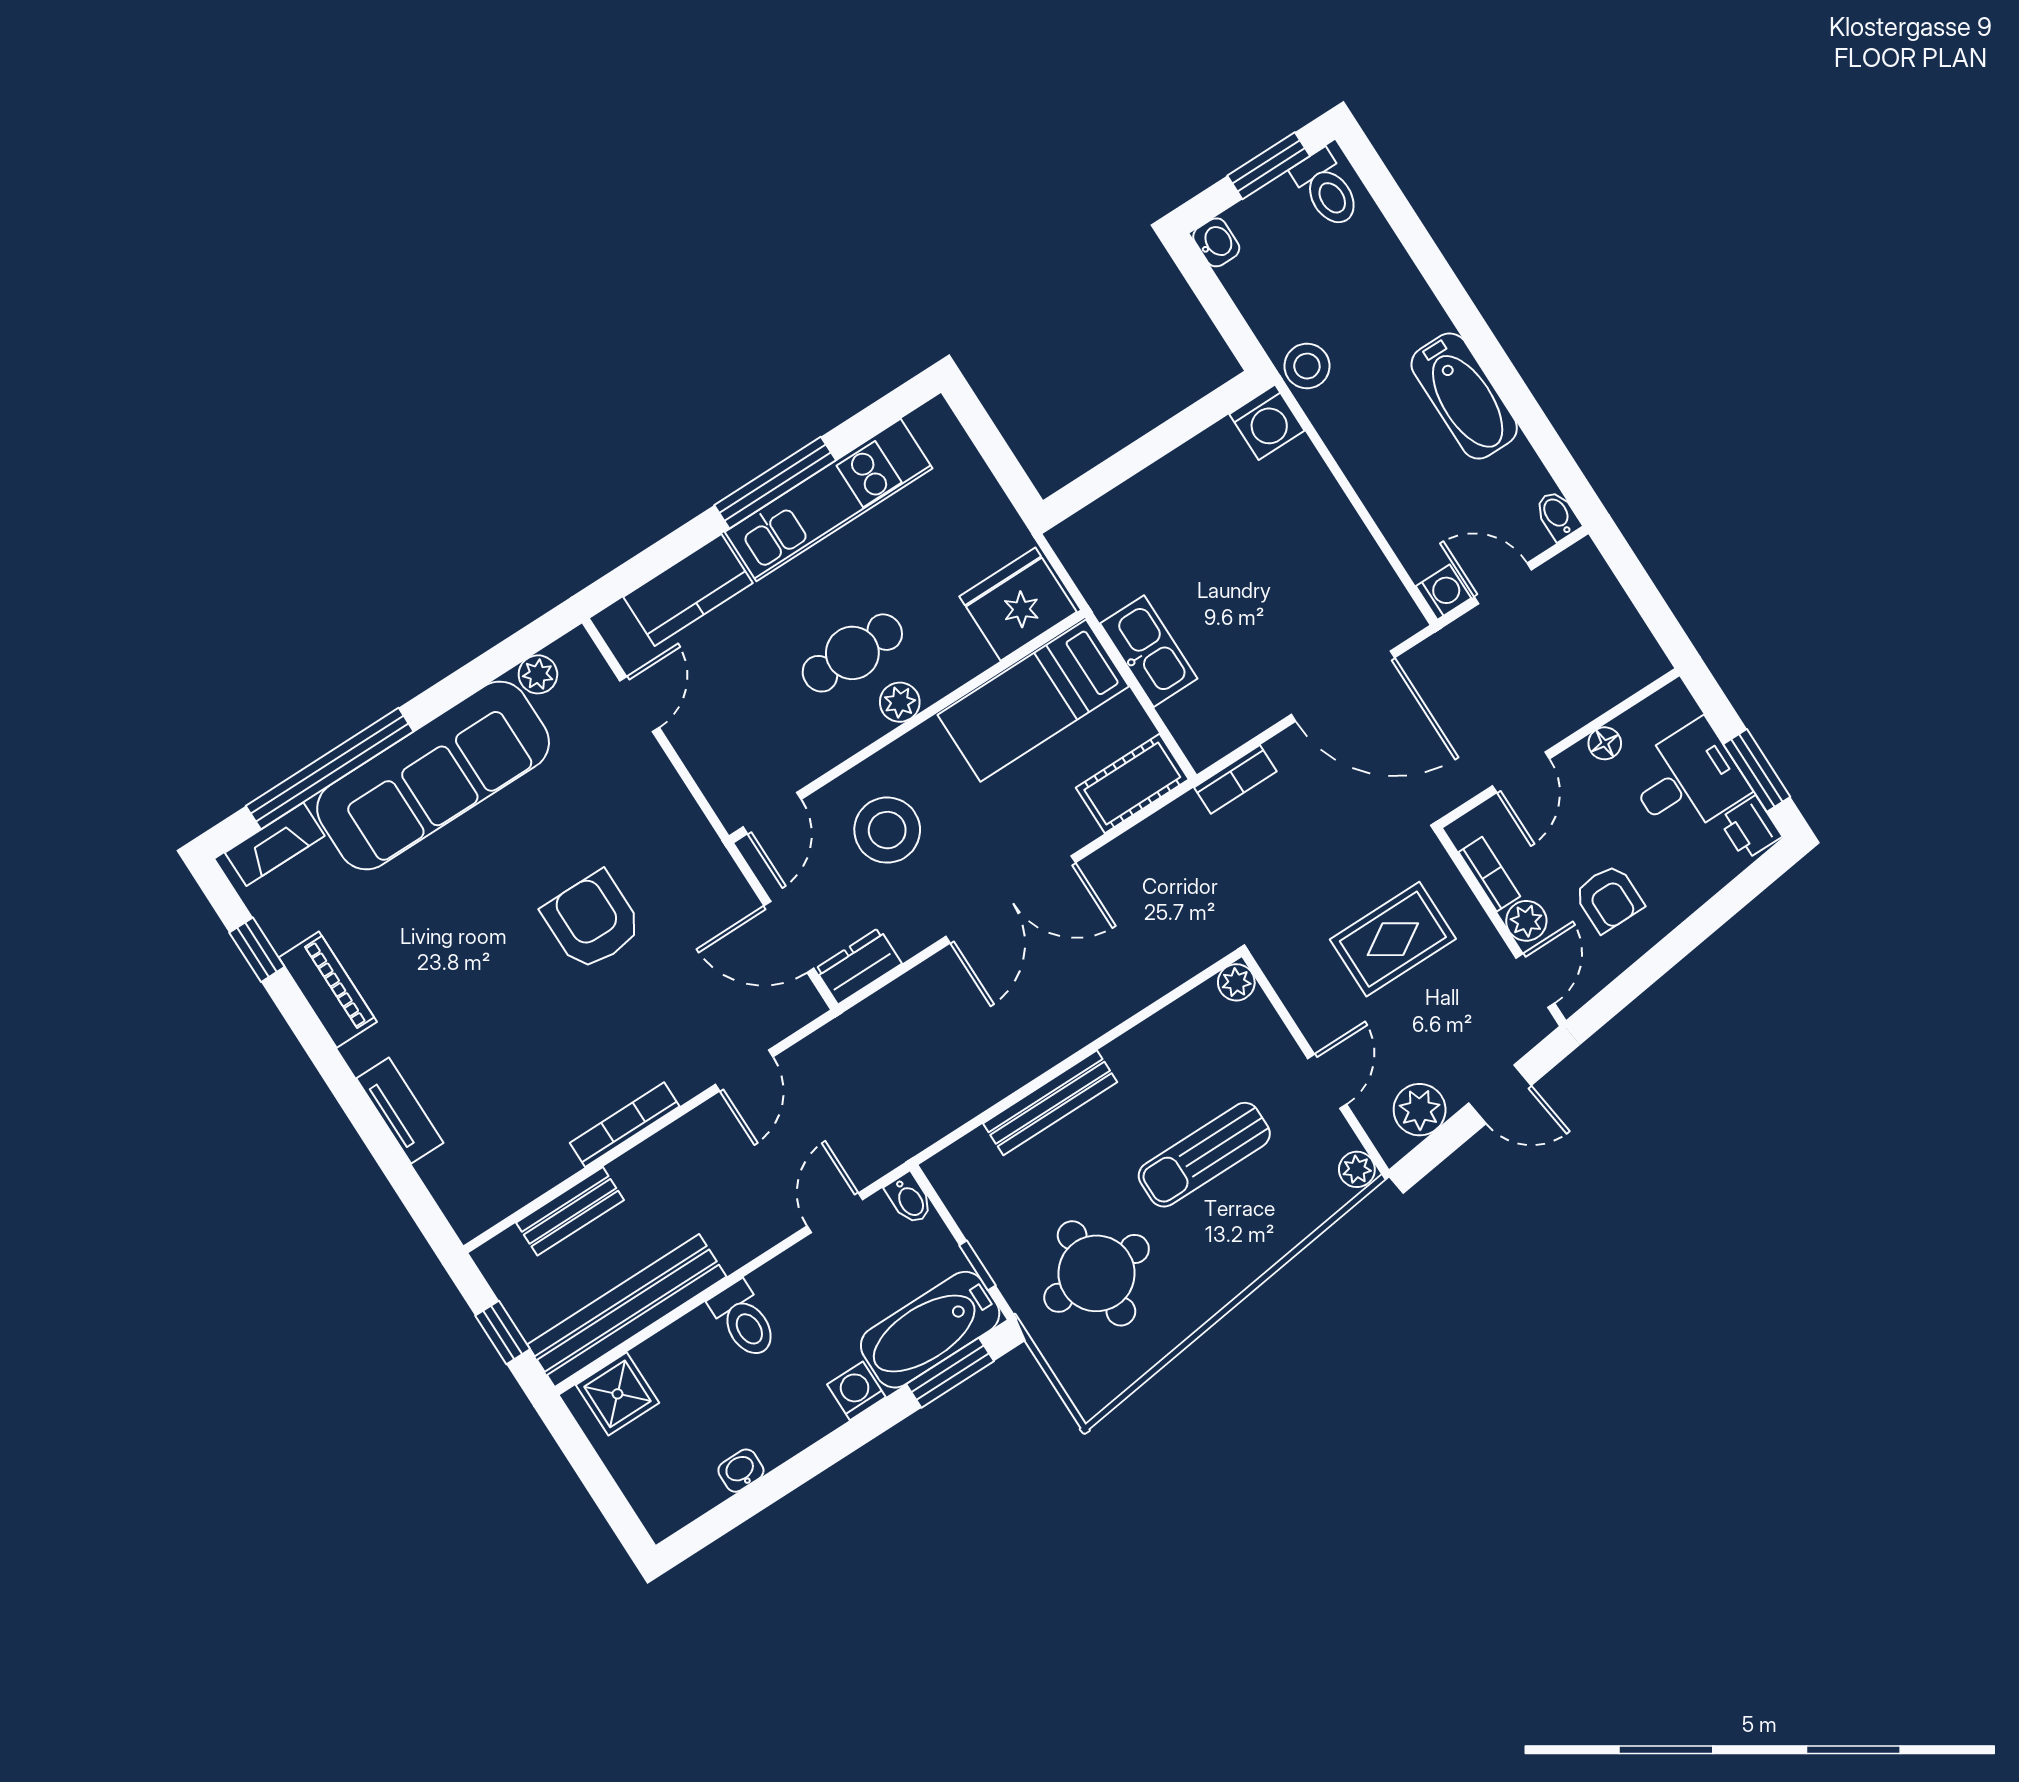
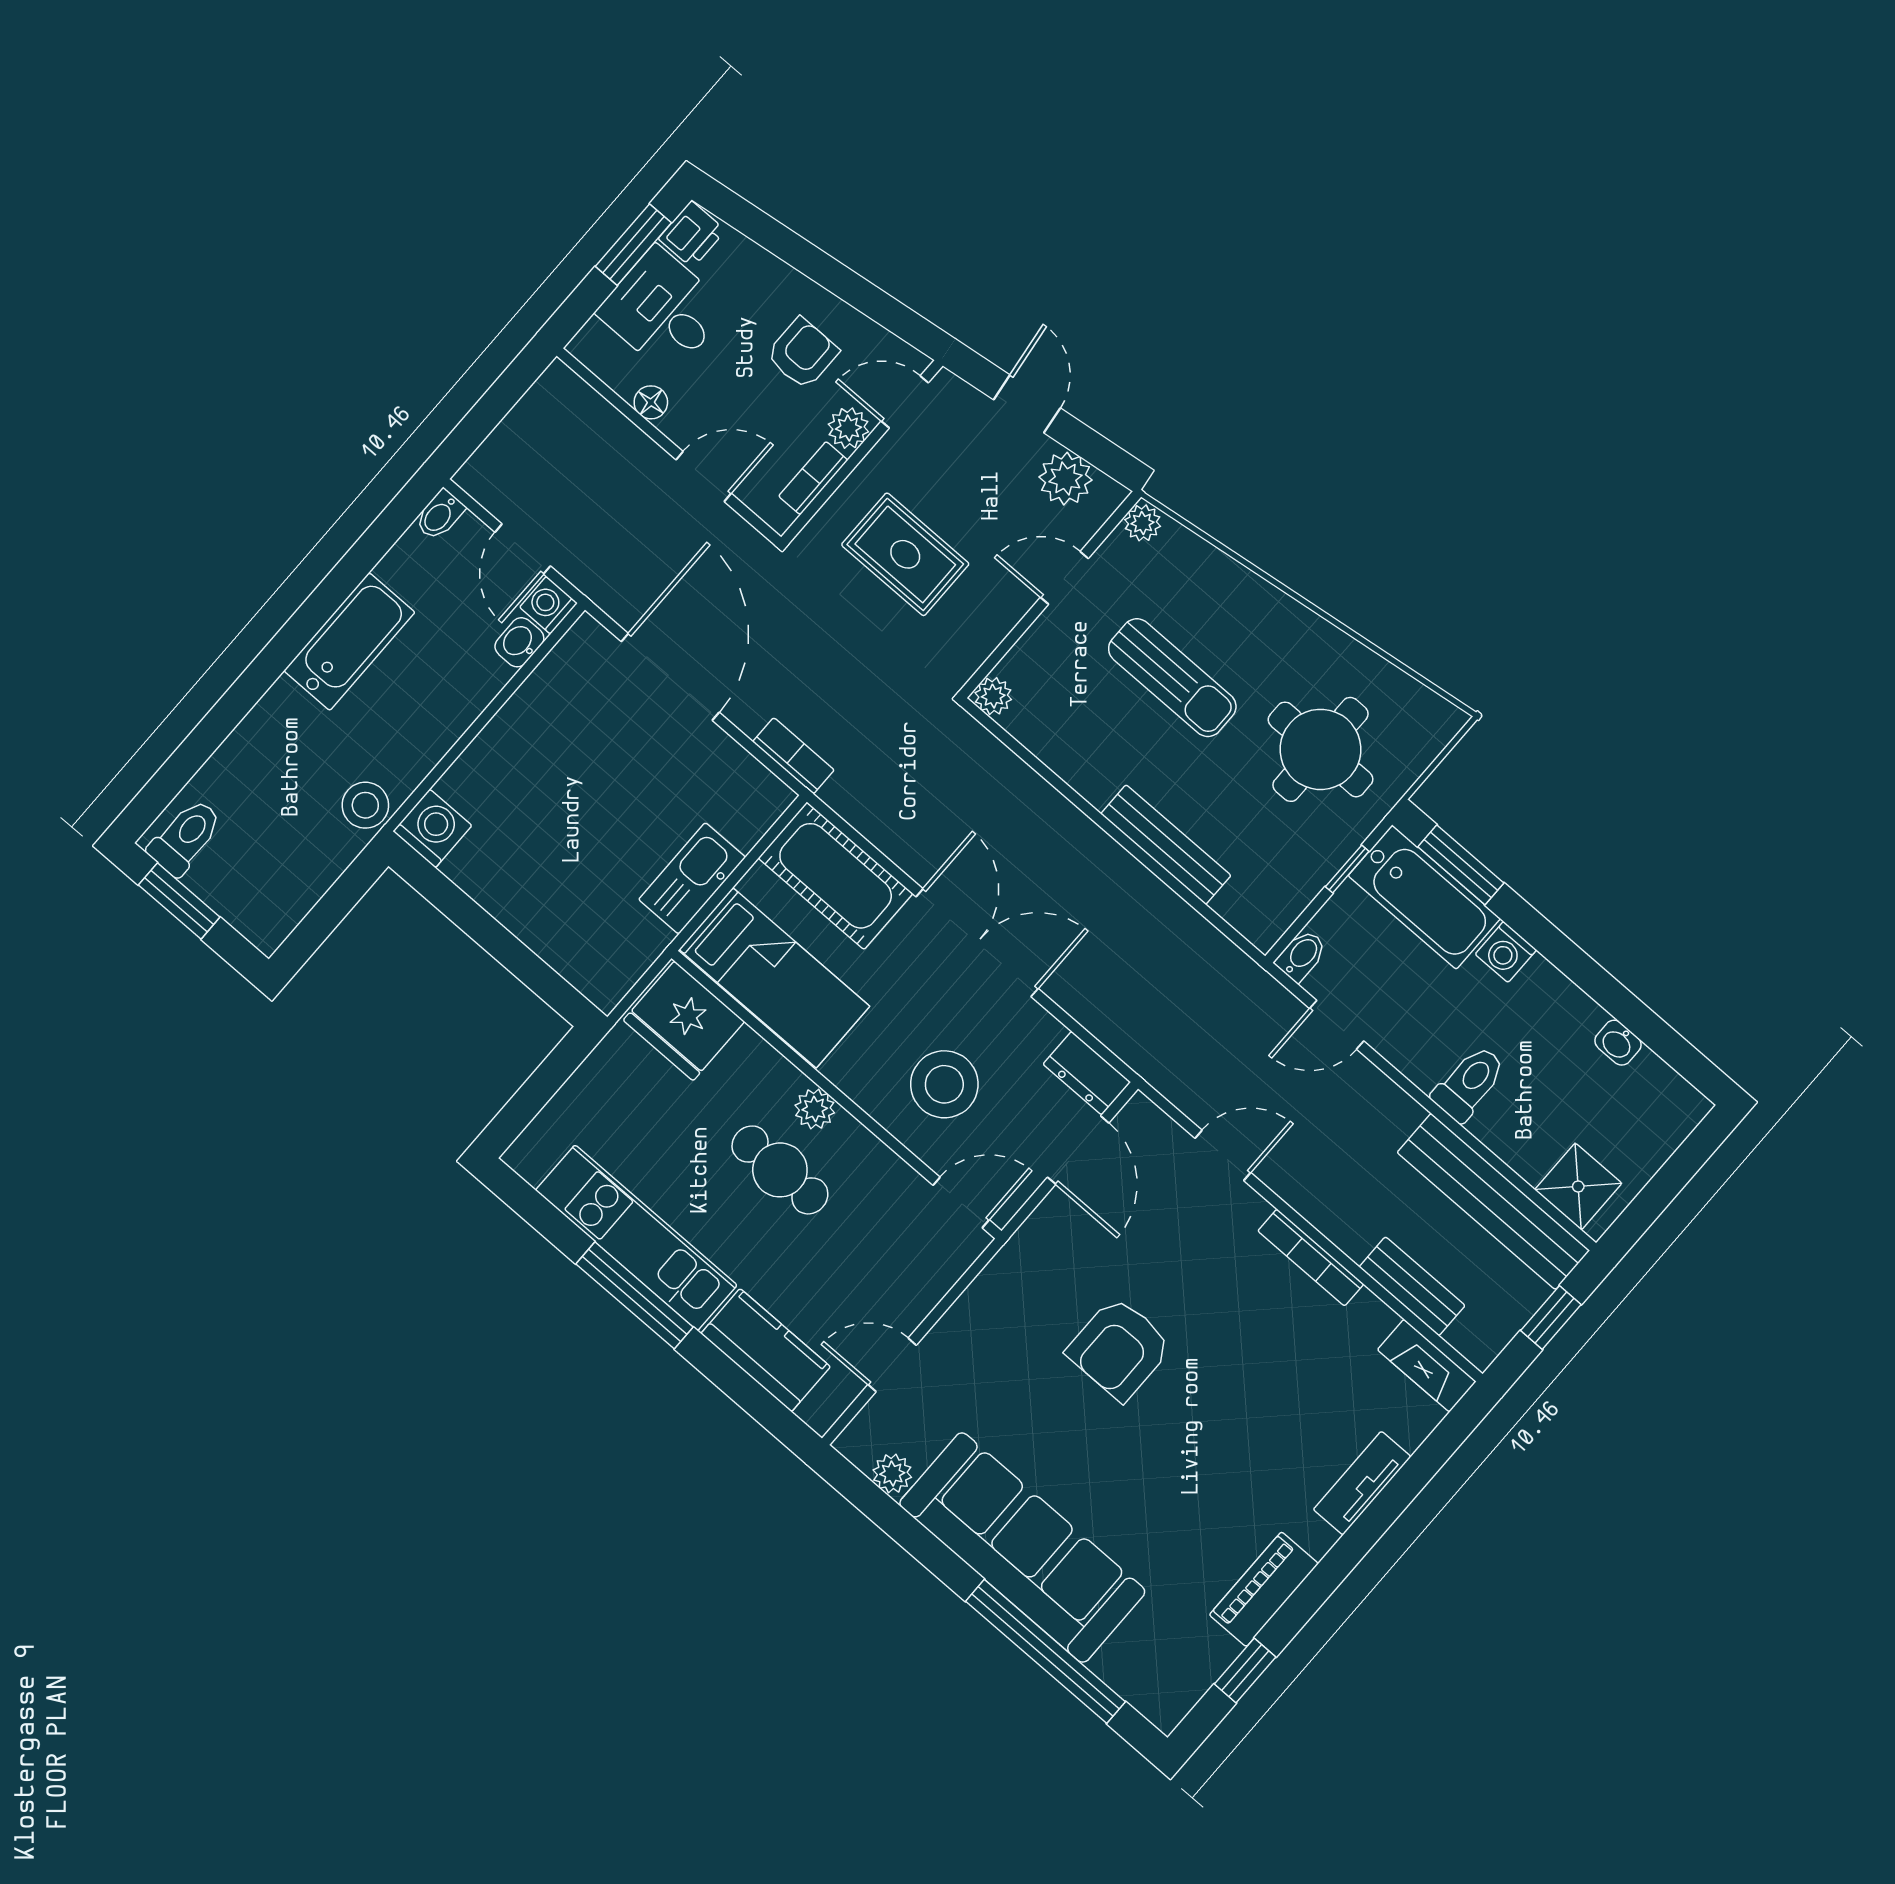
washbasin: (1216, 242) -> (519, 642), moved
cot: (1132, 784) -> (836, 876), width x1.37, depth x1.34
fireplace: (275, 844) -> (1427, 1366), moved, turned 180

